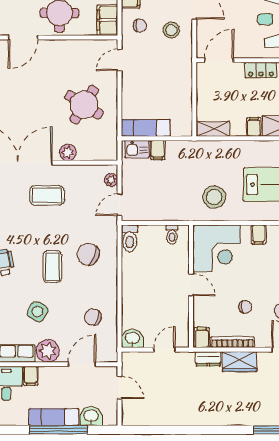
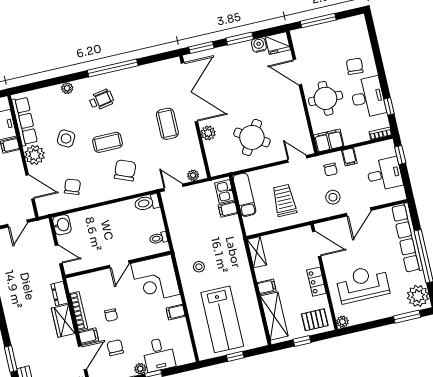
trolley: (162, 85) -> (284, 200), added
stool: (214, 197) -> (199, 267), width x0.53, depth x0.53
filing cabinet: (202, 338) -> (88, 336), moved

